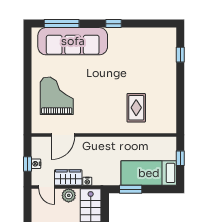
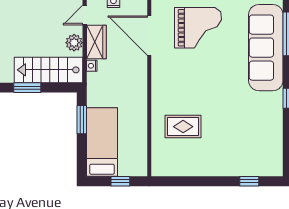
door: (63, 135) -> (149, 36), width x1.36

